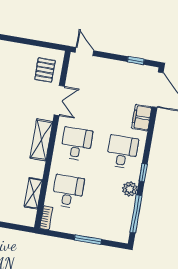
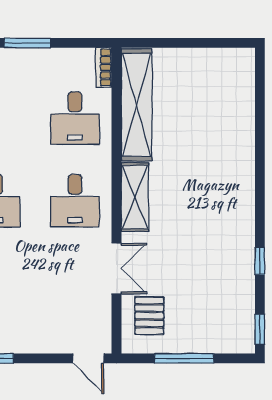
window: (29, 42) -> (184, 358), added
double door: (59, 101) -> (116, 269), swing flipped
shelving: (33, 193) -> (137, 105), width x2.20, depth x1.33

